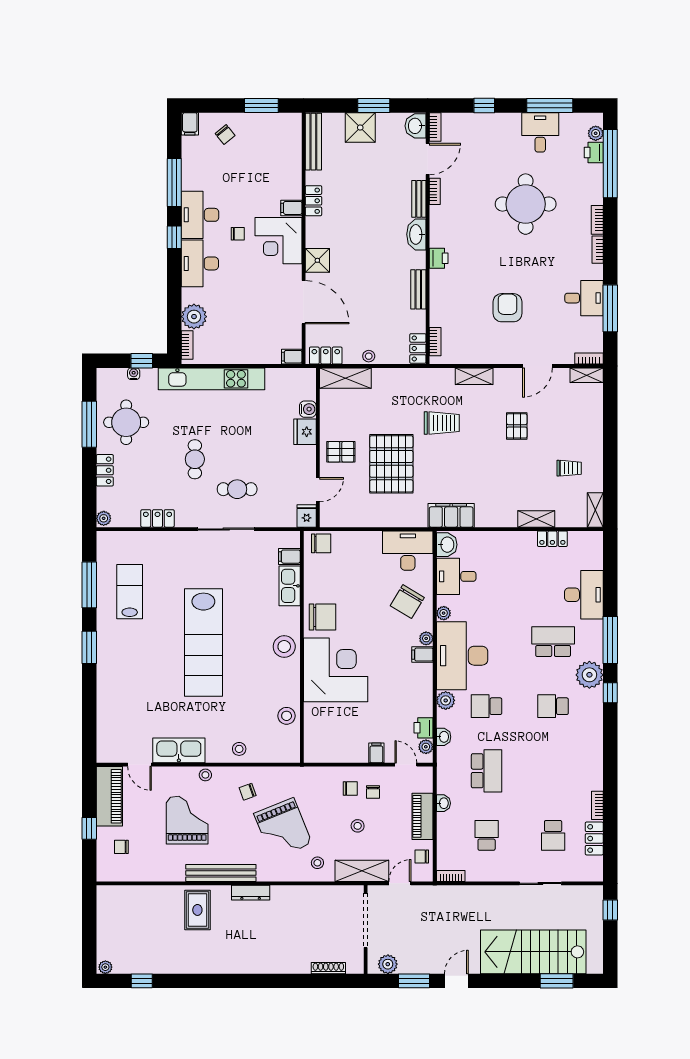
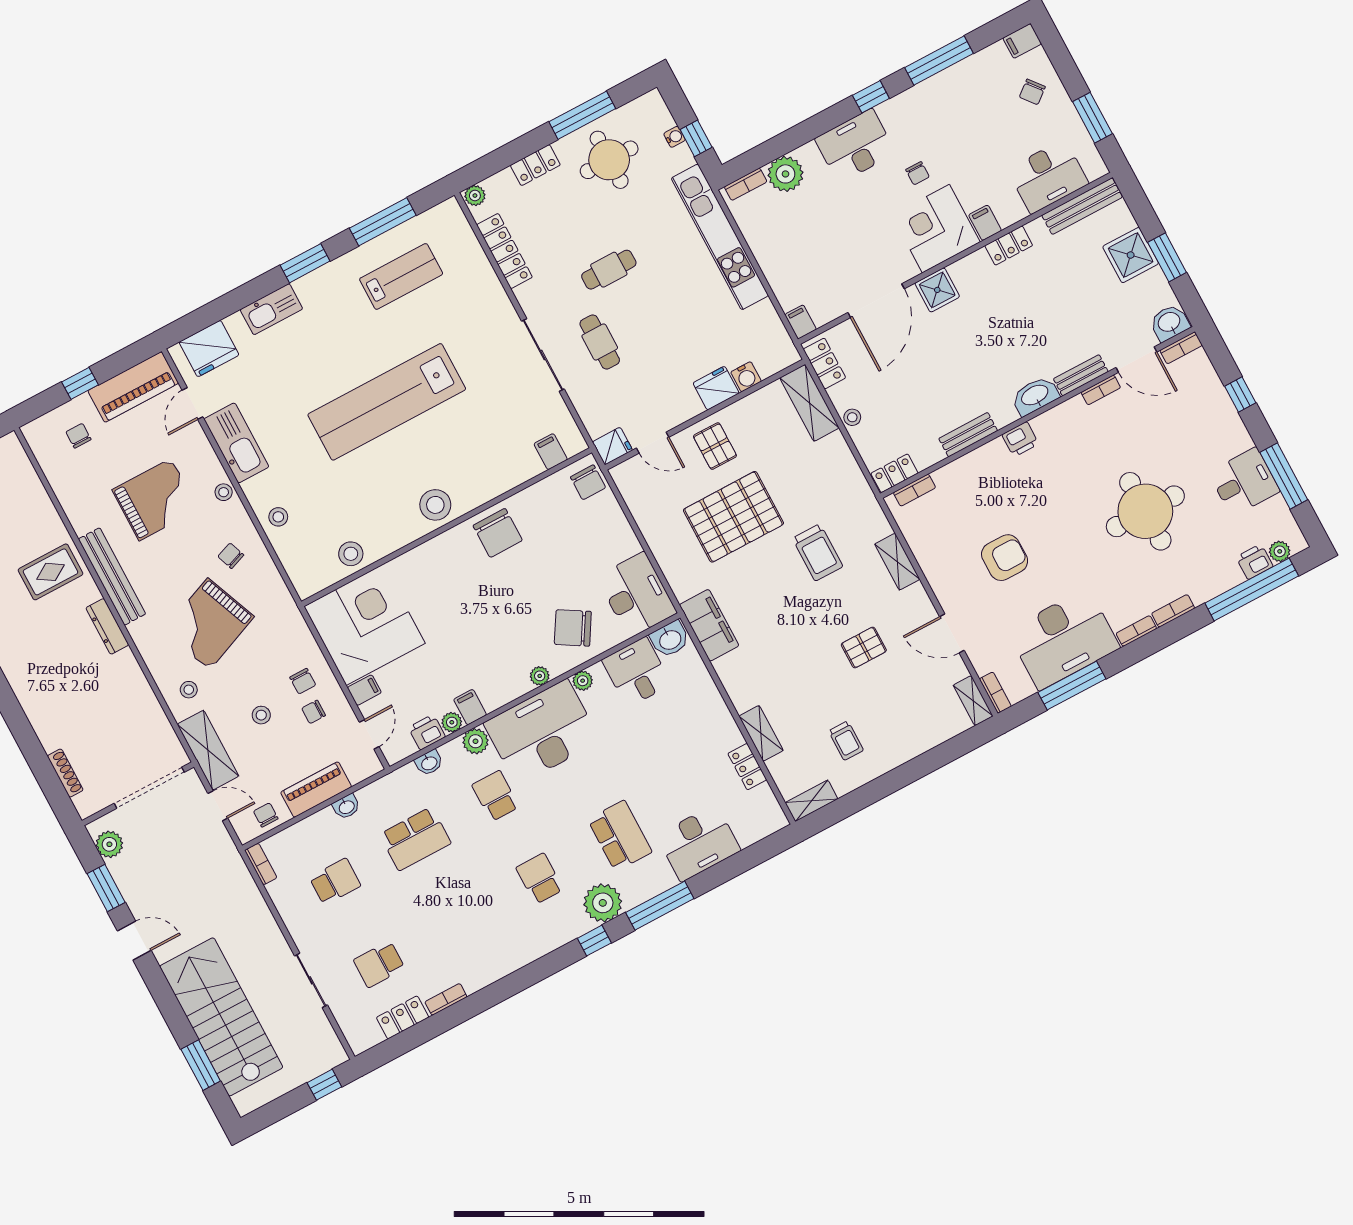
desk: (200, 215) -> (1048, 176), moved, turned 180
desk: (584, 298) -> (1063, 639), width x1.87, depth x1.30
locker: (158, 518) -> (504, 251), width x1.53
kitchen sink: (290, 586) -> (271, 309), moved, turned 180
filing cabinet: (422, 655) -> (470, 707), moved
corner desk: (336, 670) -> (365, 625), moved, turned -90
fridge: (111, 736) -> (209, 349), added
plant: (426, 747) -> (452, 722), moved

